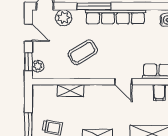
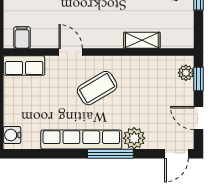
plant: (63, 18) -> (134, 138), moved
coffee table: (83, 52) -> (97, 88), moved

